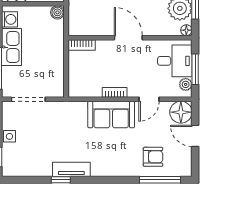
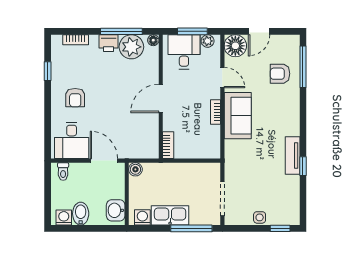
armchair: (153, 157) -> (280, 74), turned -90

